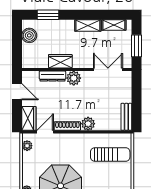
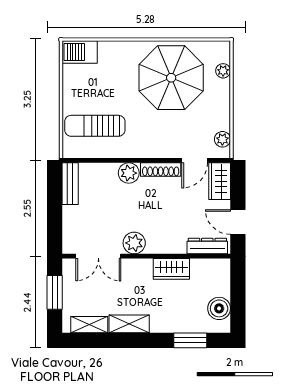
dresser: (52, 76) -> (207, 246), moved
plant: (74, 78) -> (134, 243), moved

